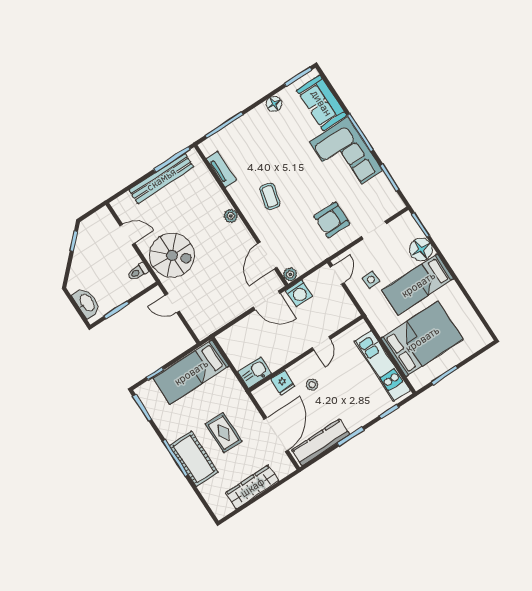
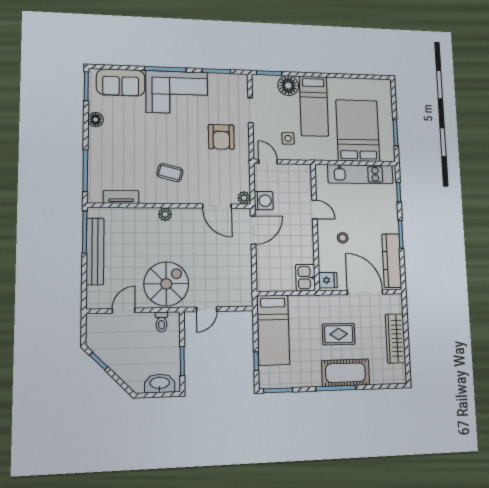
fridge: (283, 383) -> (328, 280), moved

